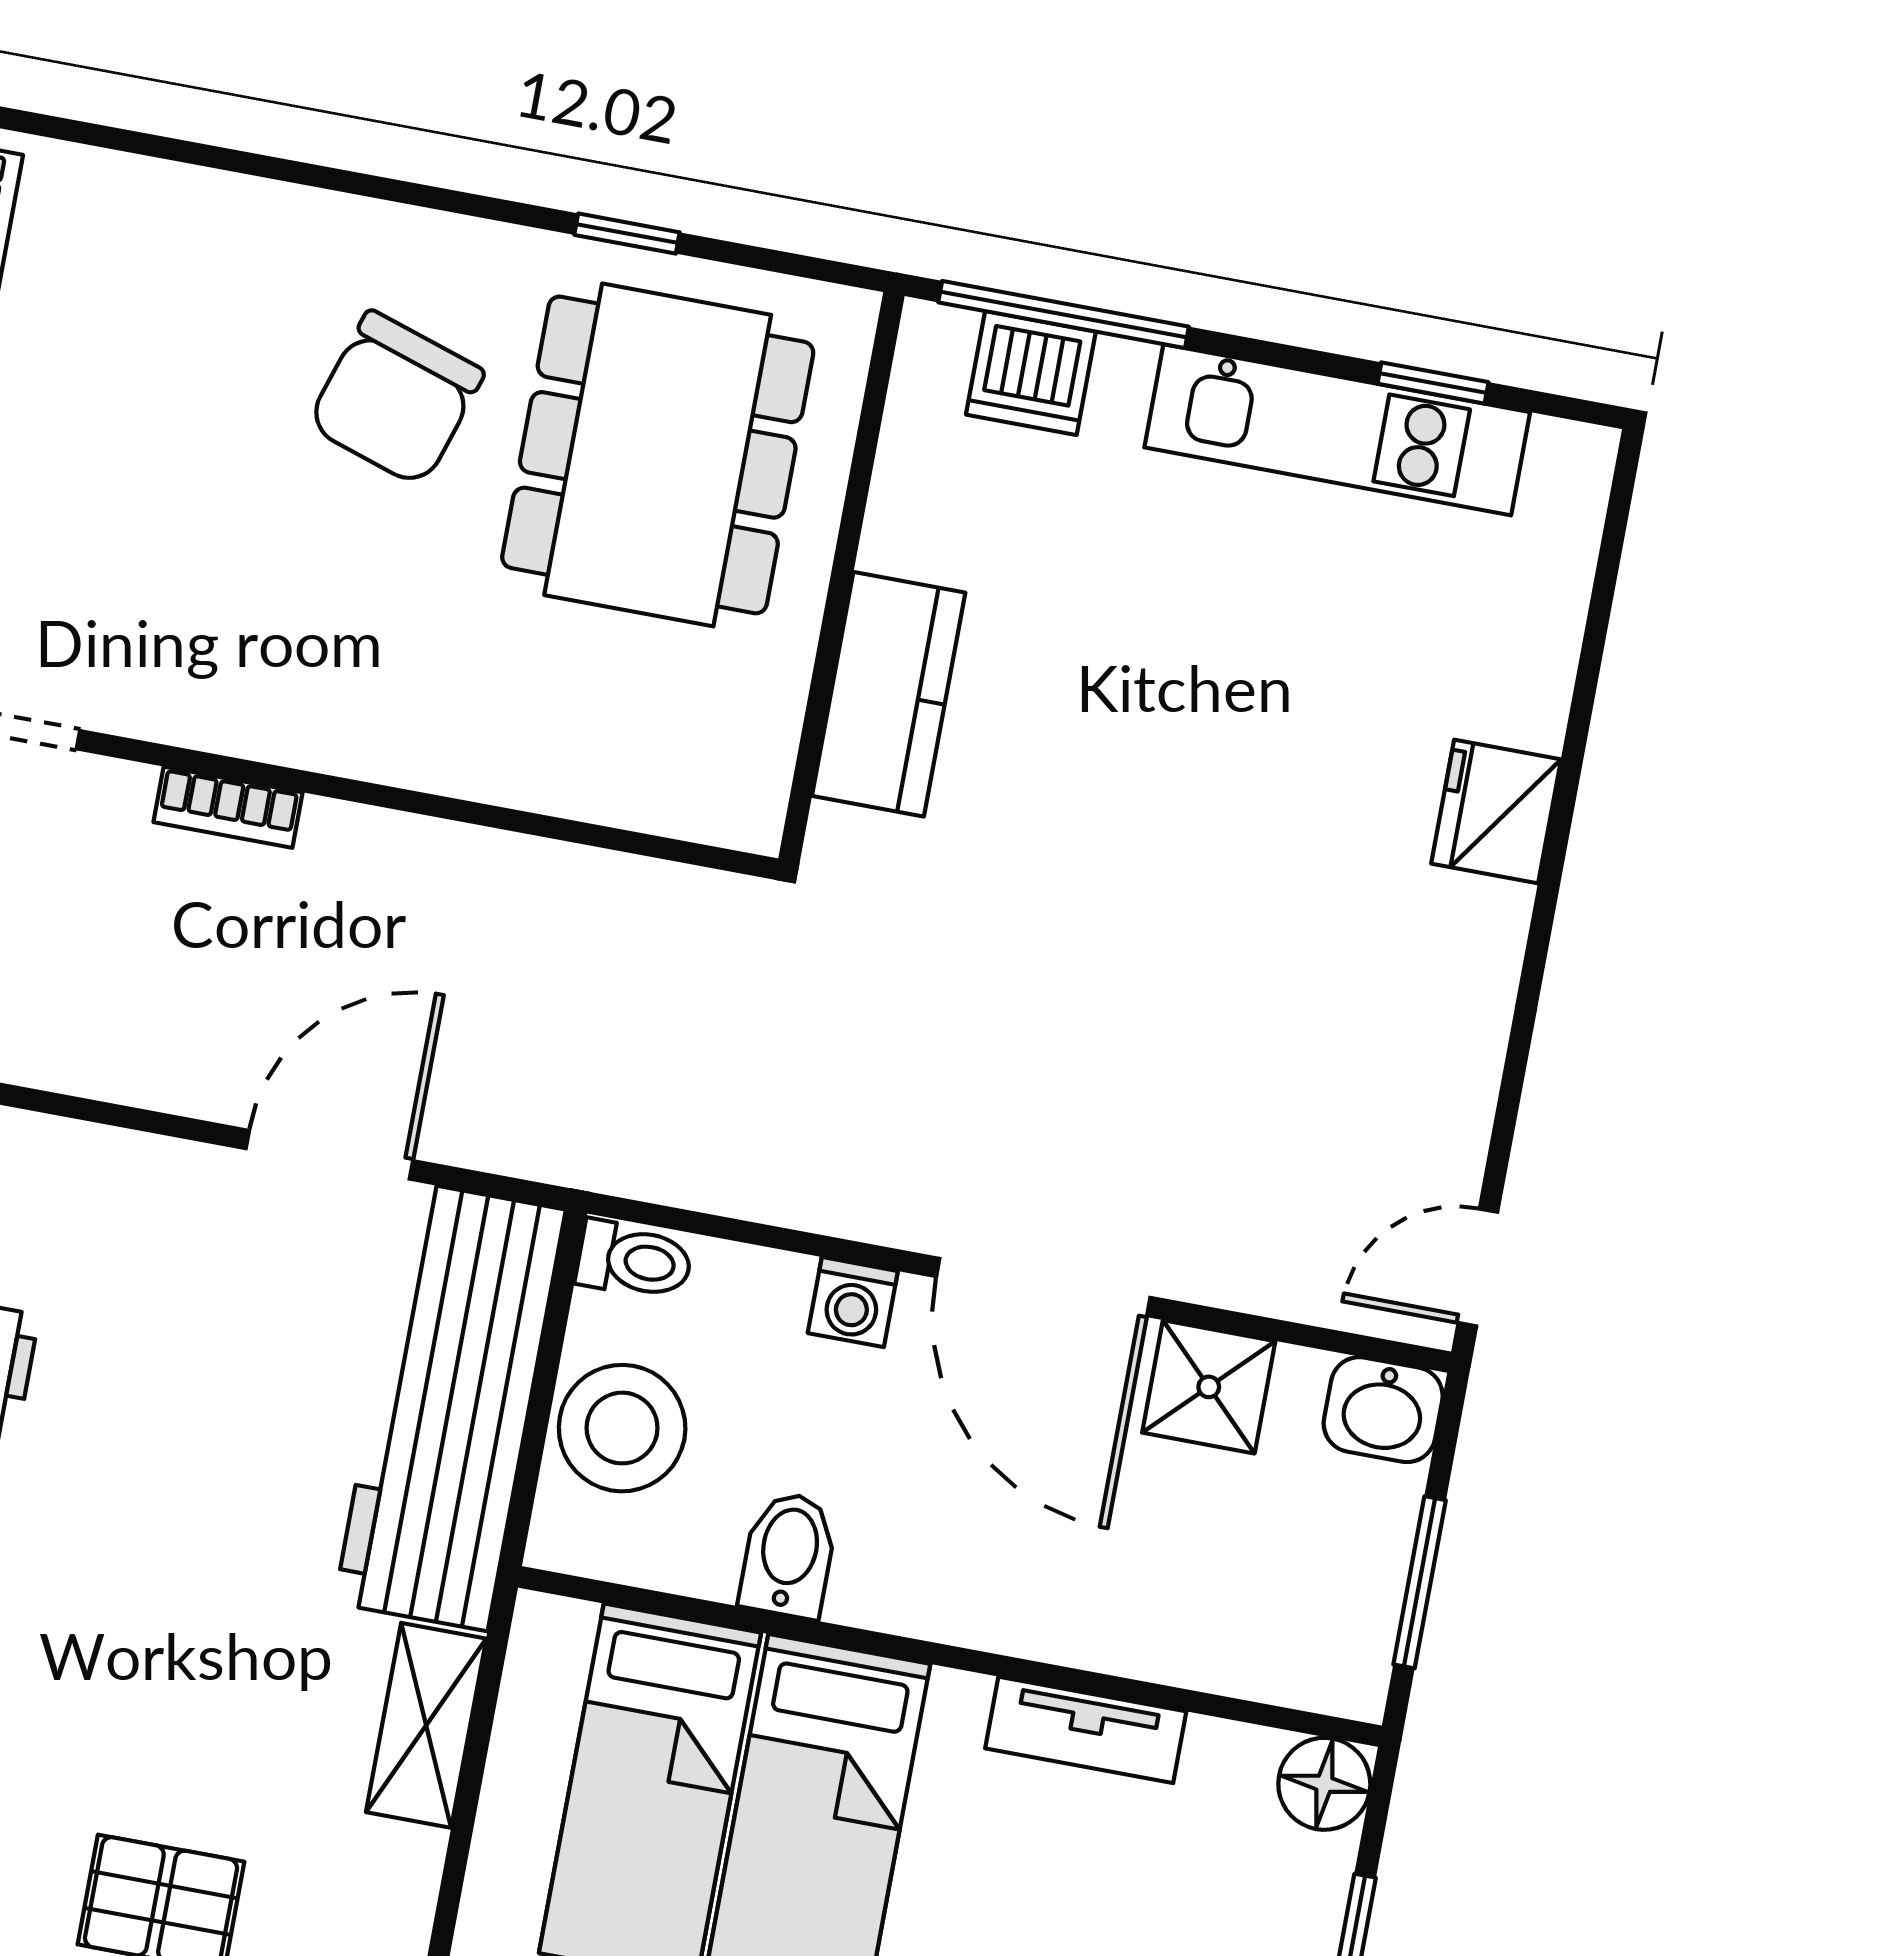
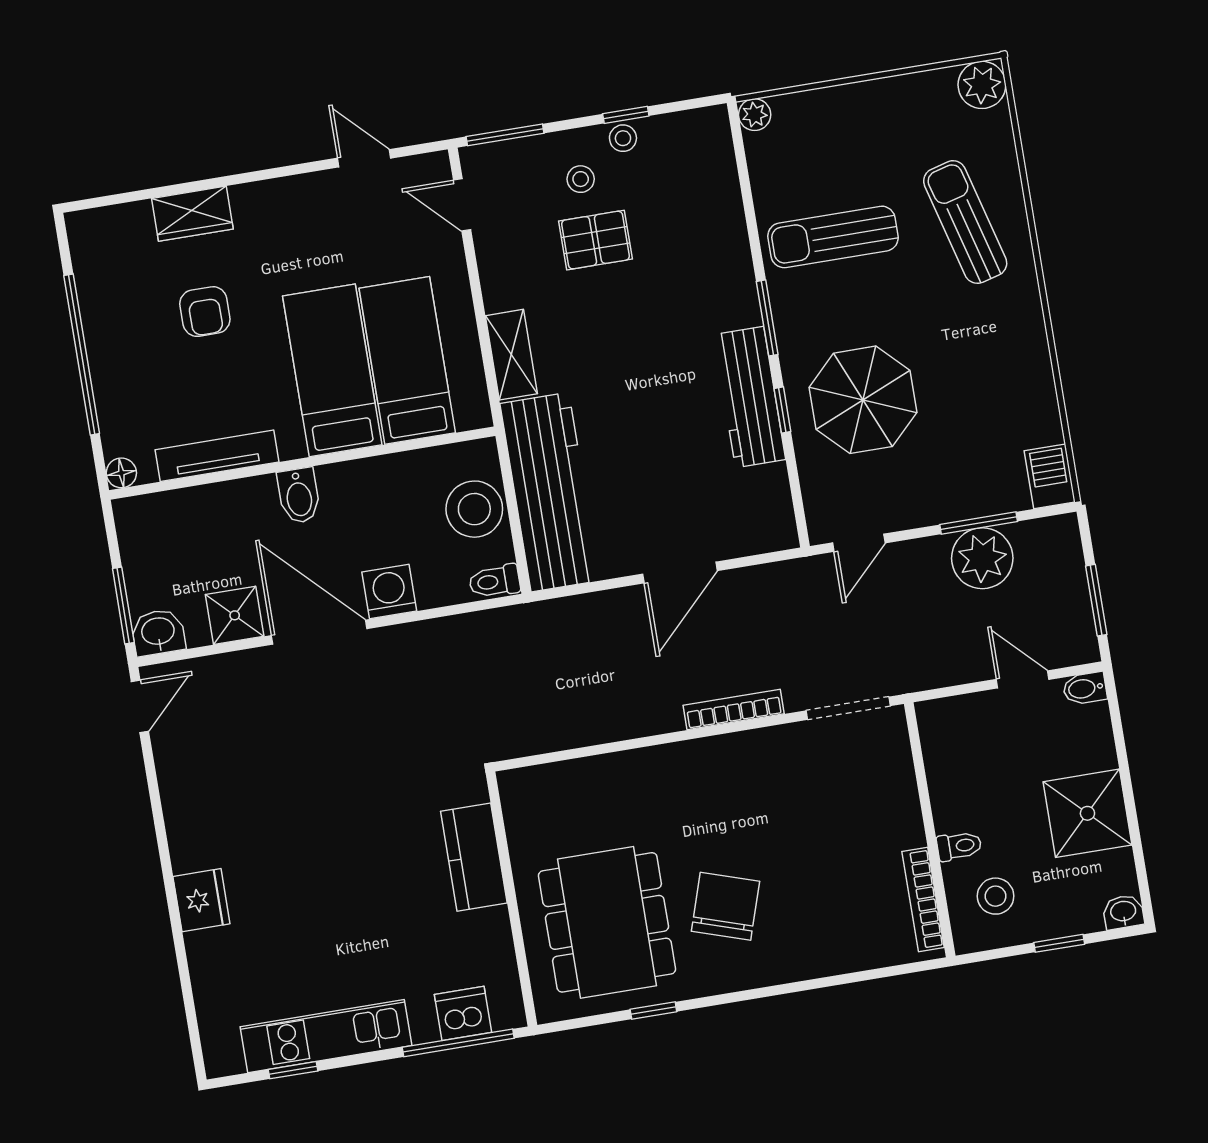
bookcase: (228, 807) -> (734, 710), width x1.56
door: (329, 1155) -> (680, 572), moved
washing machine: (853, 1302) -> (389, 592), width x1.38, depth x1.38
bidet: (789, 1555) -> (299, 496), moved
window: (1420, 1582) -> (123, 606), moved
tv unit: (1086, 1730) -> (217, 456), width x1.41
floor lamp: (1324, 1784) -> (121, 473), width x0.73, depth x0.73

